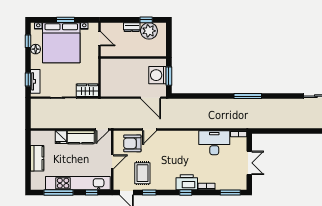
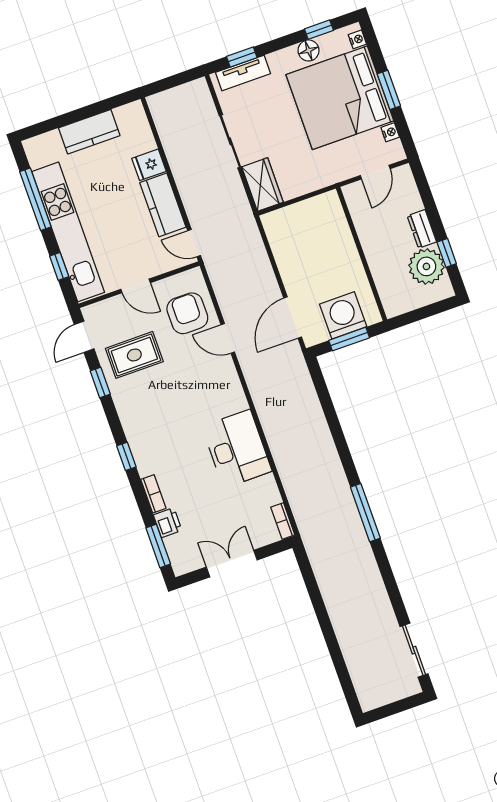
desk: (214, 143) -> (237, 449), moved
double door: (249, 163) -> (232, 564), swing flipped
printer: (187, 182) -> (168, 523), moved, width x0.53, depth x0.68

